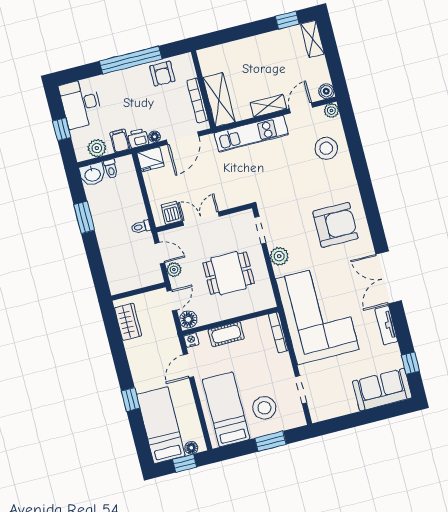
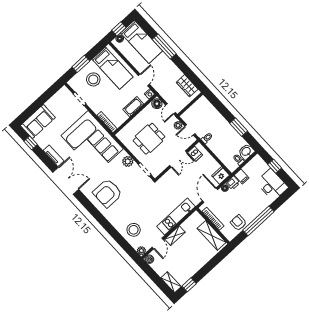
shelving: (219, 100) -> (212, 235), moved
plant: (97, 148) -> (251, 166), removed
window: (131, 399) -> (164, 47), width x2.17

